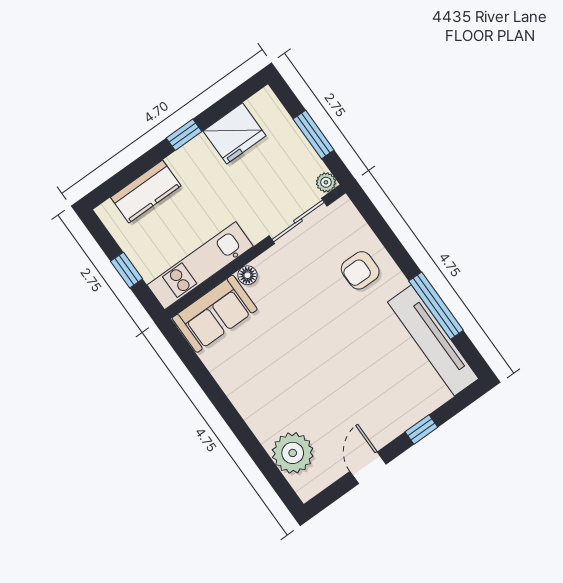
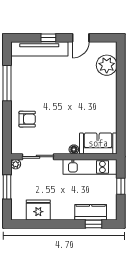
window: (184, 135) -> (94, 224), moved
tv unit: (433, 340) -> (39, 49), moved, turned 90

